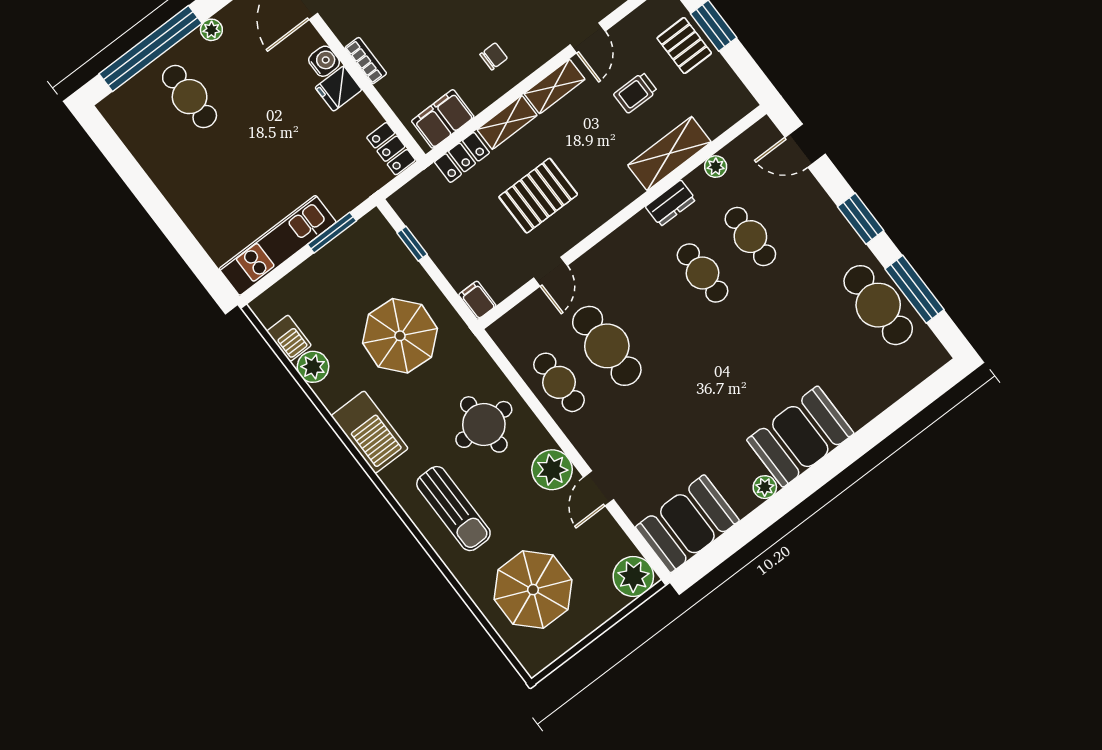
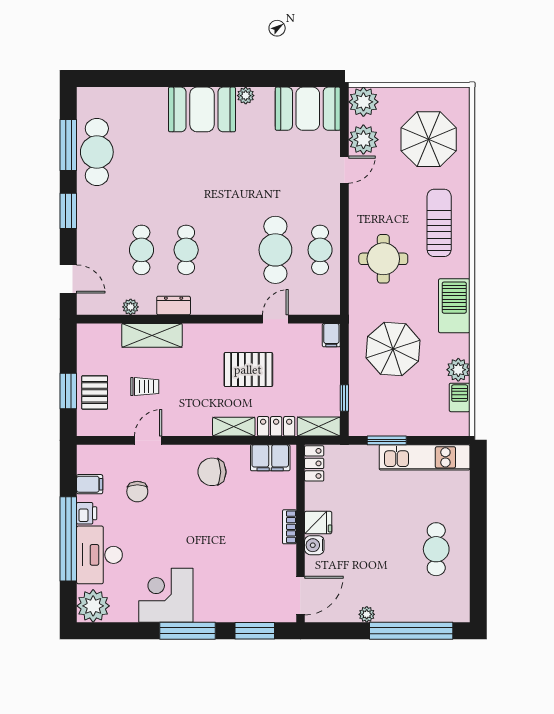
chair: (494, 56) -> (212, 472), width x1.87, depth x1.87
shelving: (555, 86) -> (319, 427), moved
cafe table: (190, 97) -> (436, 549), moved
plant: (552, 470) -> (363, 140), moved

